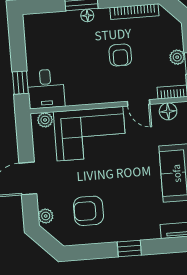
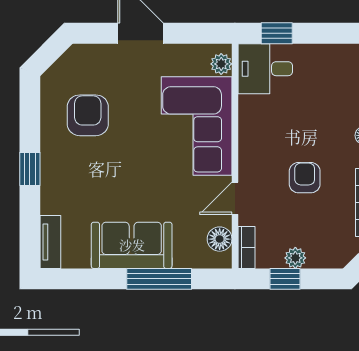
armchair: (120, 55) -> (305, 178), turned 90
plant: (46, 216) -> (85, 54), removed

